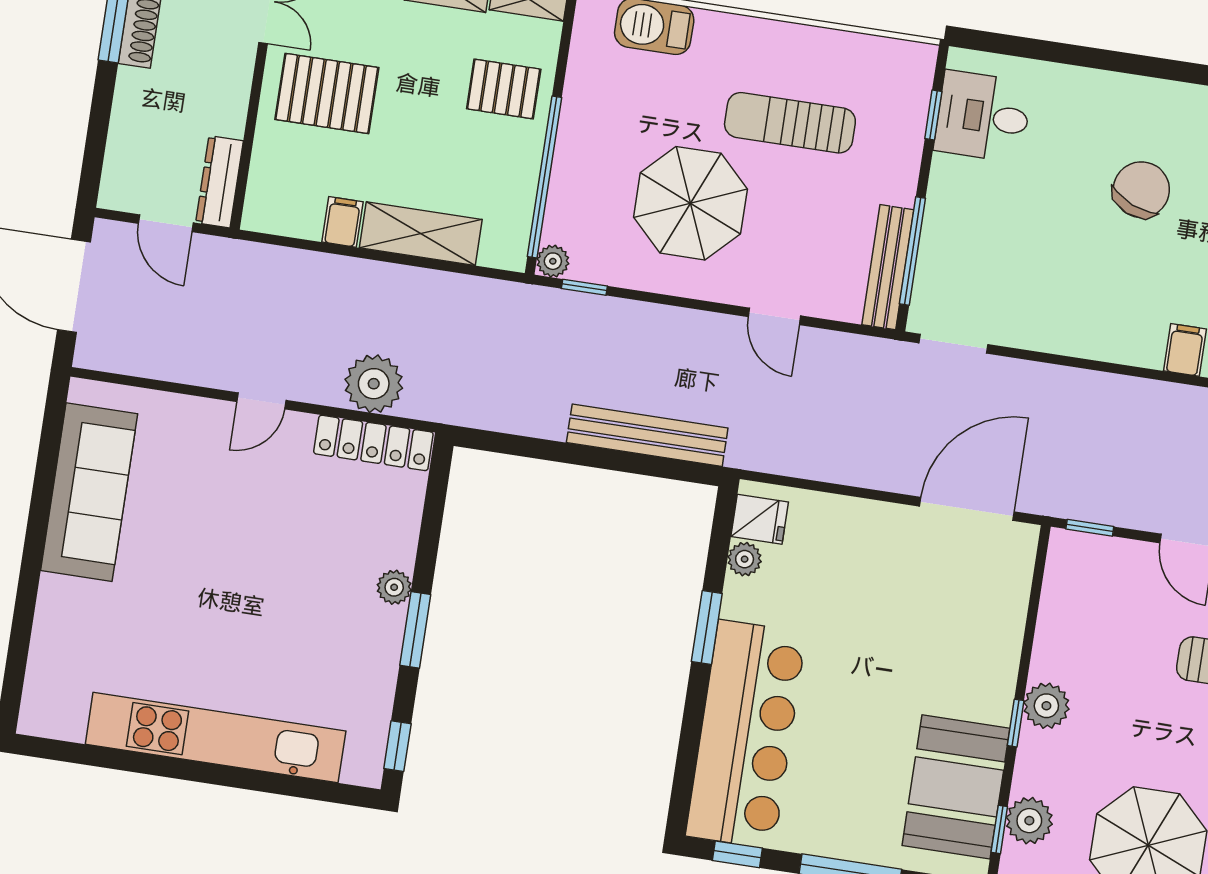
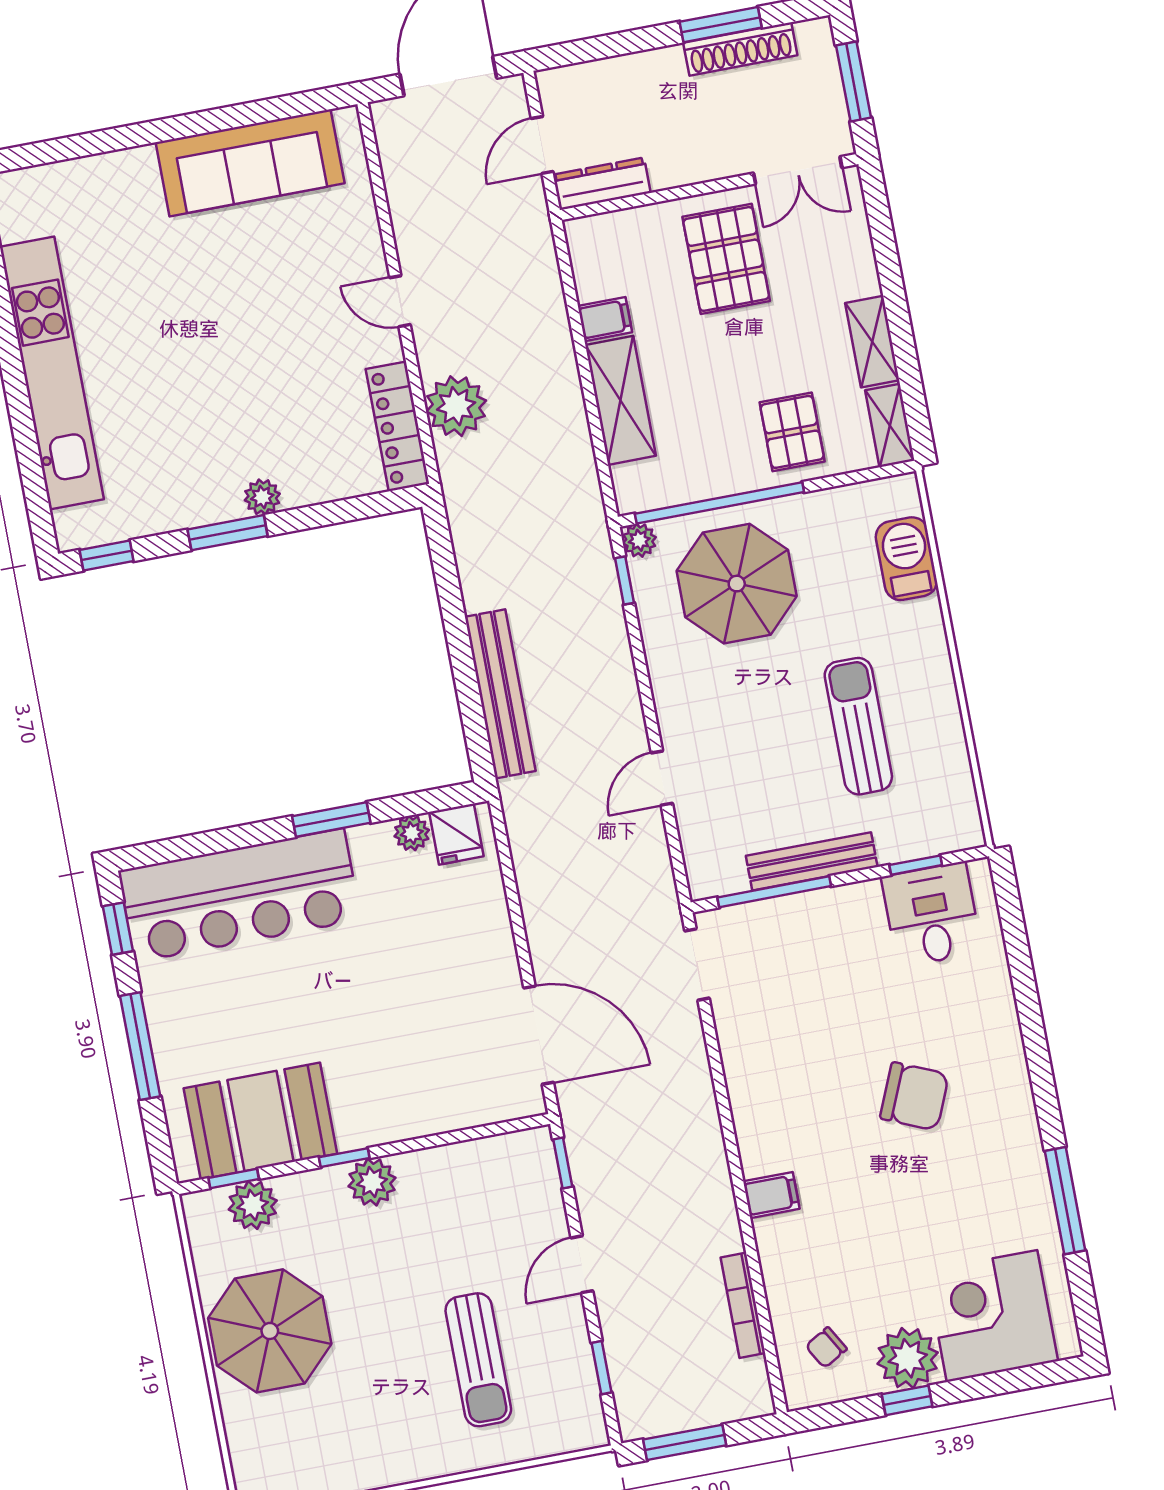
parasol: (690, 203) -> (737, 584), moved
bench: (888, 267) -> (812, 861), moved

